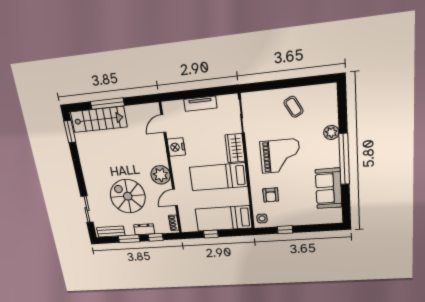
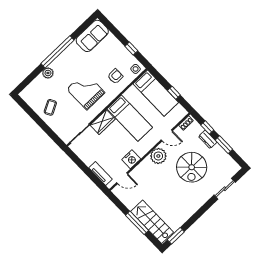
tv unit: (200, 104) -> (101, 174), moved
sofa: (329, 188) -> (92, 36), moved
bench: (111, 232) -> (229, 161), removed

